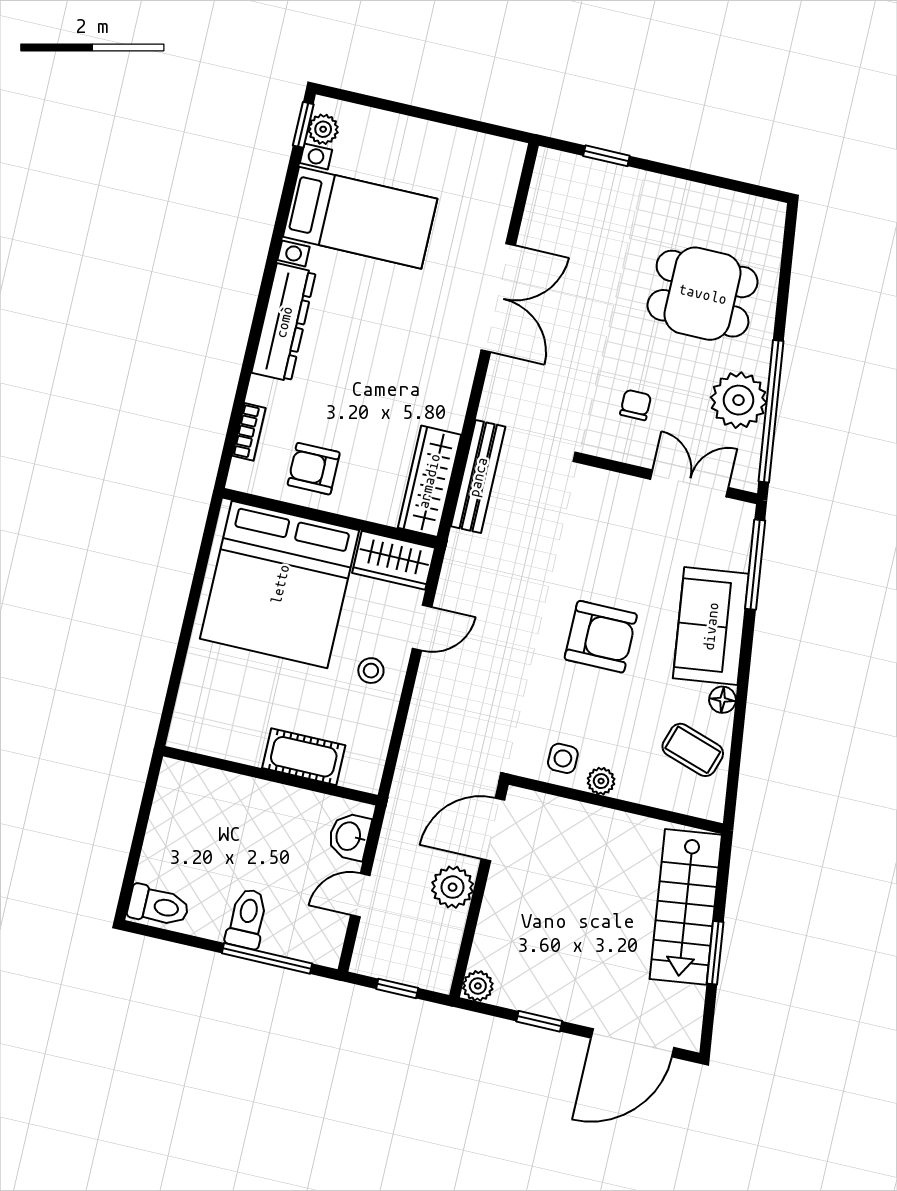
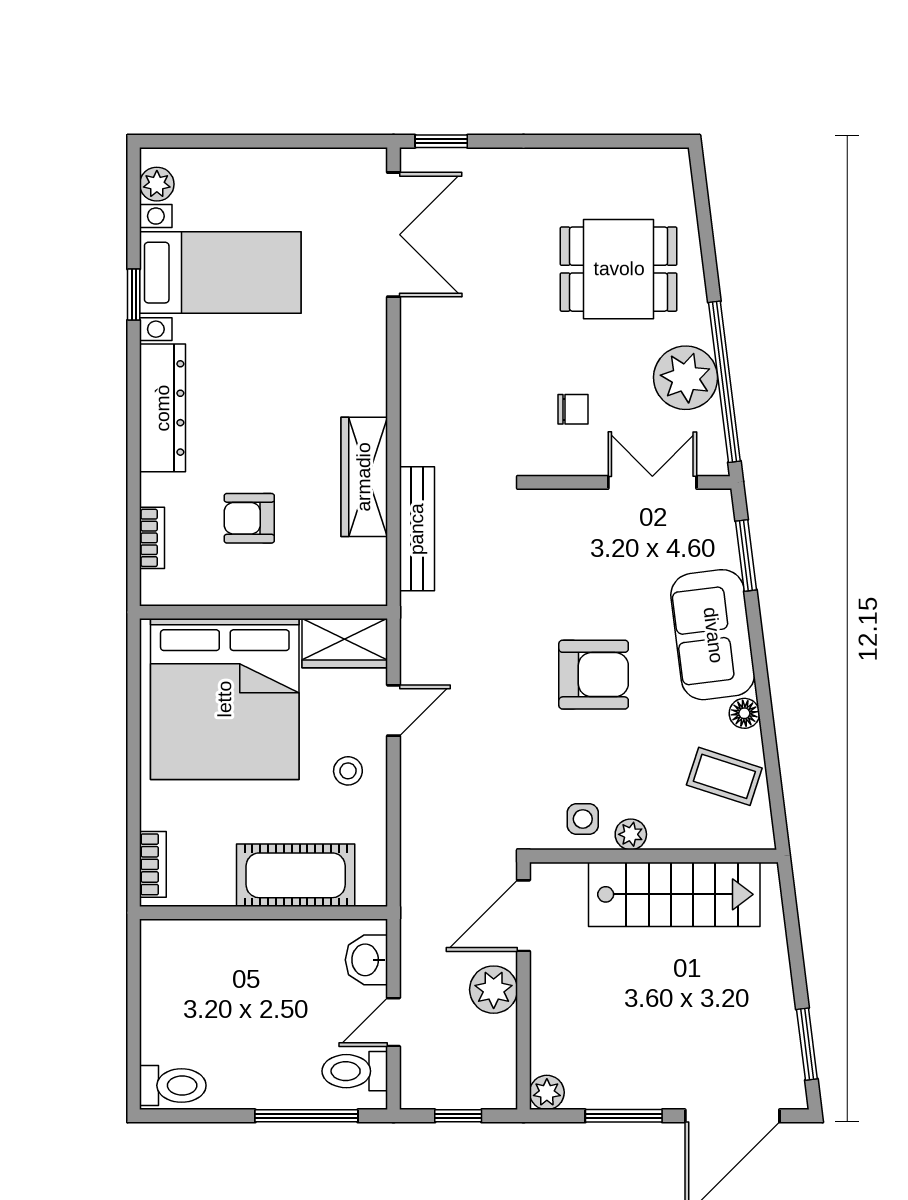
window: (303, 125) -> (134, 295), moved
window: (606, 156) -> (441, 141), moved
double door: (498, 298) -> (394, 235), moved
chair: (636, 405) -> (573, 409), turned 90
armchair: (314, 469) -> (249, 518), moved
wardrobe: (429, 481) -> (364, 477), moved
window: (755, 565) -> (746, 555), width x0.69
bookcase: (185, 712) -> (153, 864), added
cot: (304, 757) -> (296, 875), width x1.37, depth x1.34
stairs: (686, 907) -> (674, 894), moved, turned -83
toilet: (247, 919) -> (355, 1071), moved, turned -90
window: (715, 953) -> (807, 1044), moved
window: (539, 1021) -> (624, 1116), width x1.50

